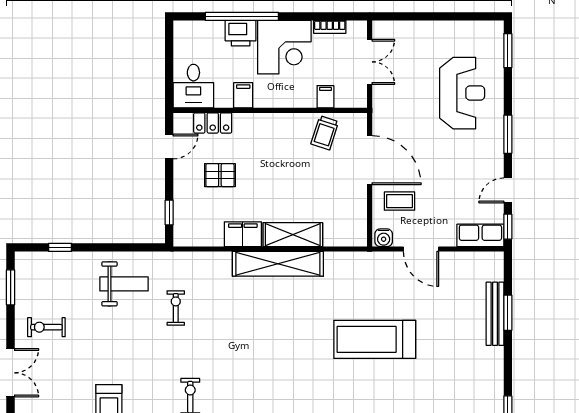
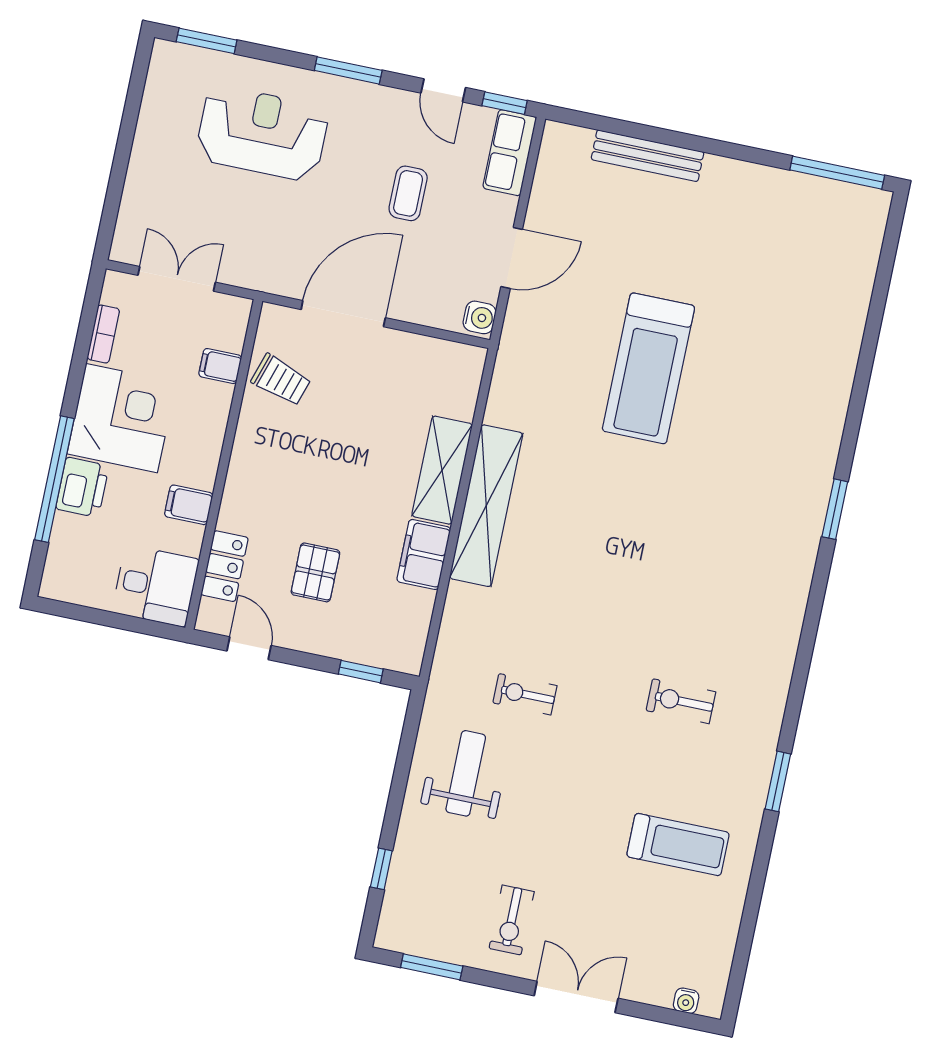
coffee table: (399, 201) -> (408, 193), moved
window: (508, 313) -> (650, 134), removed

